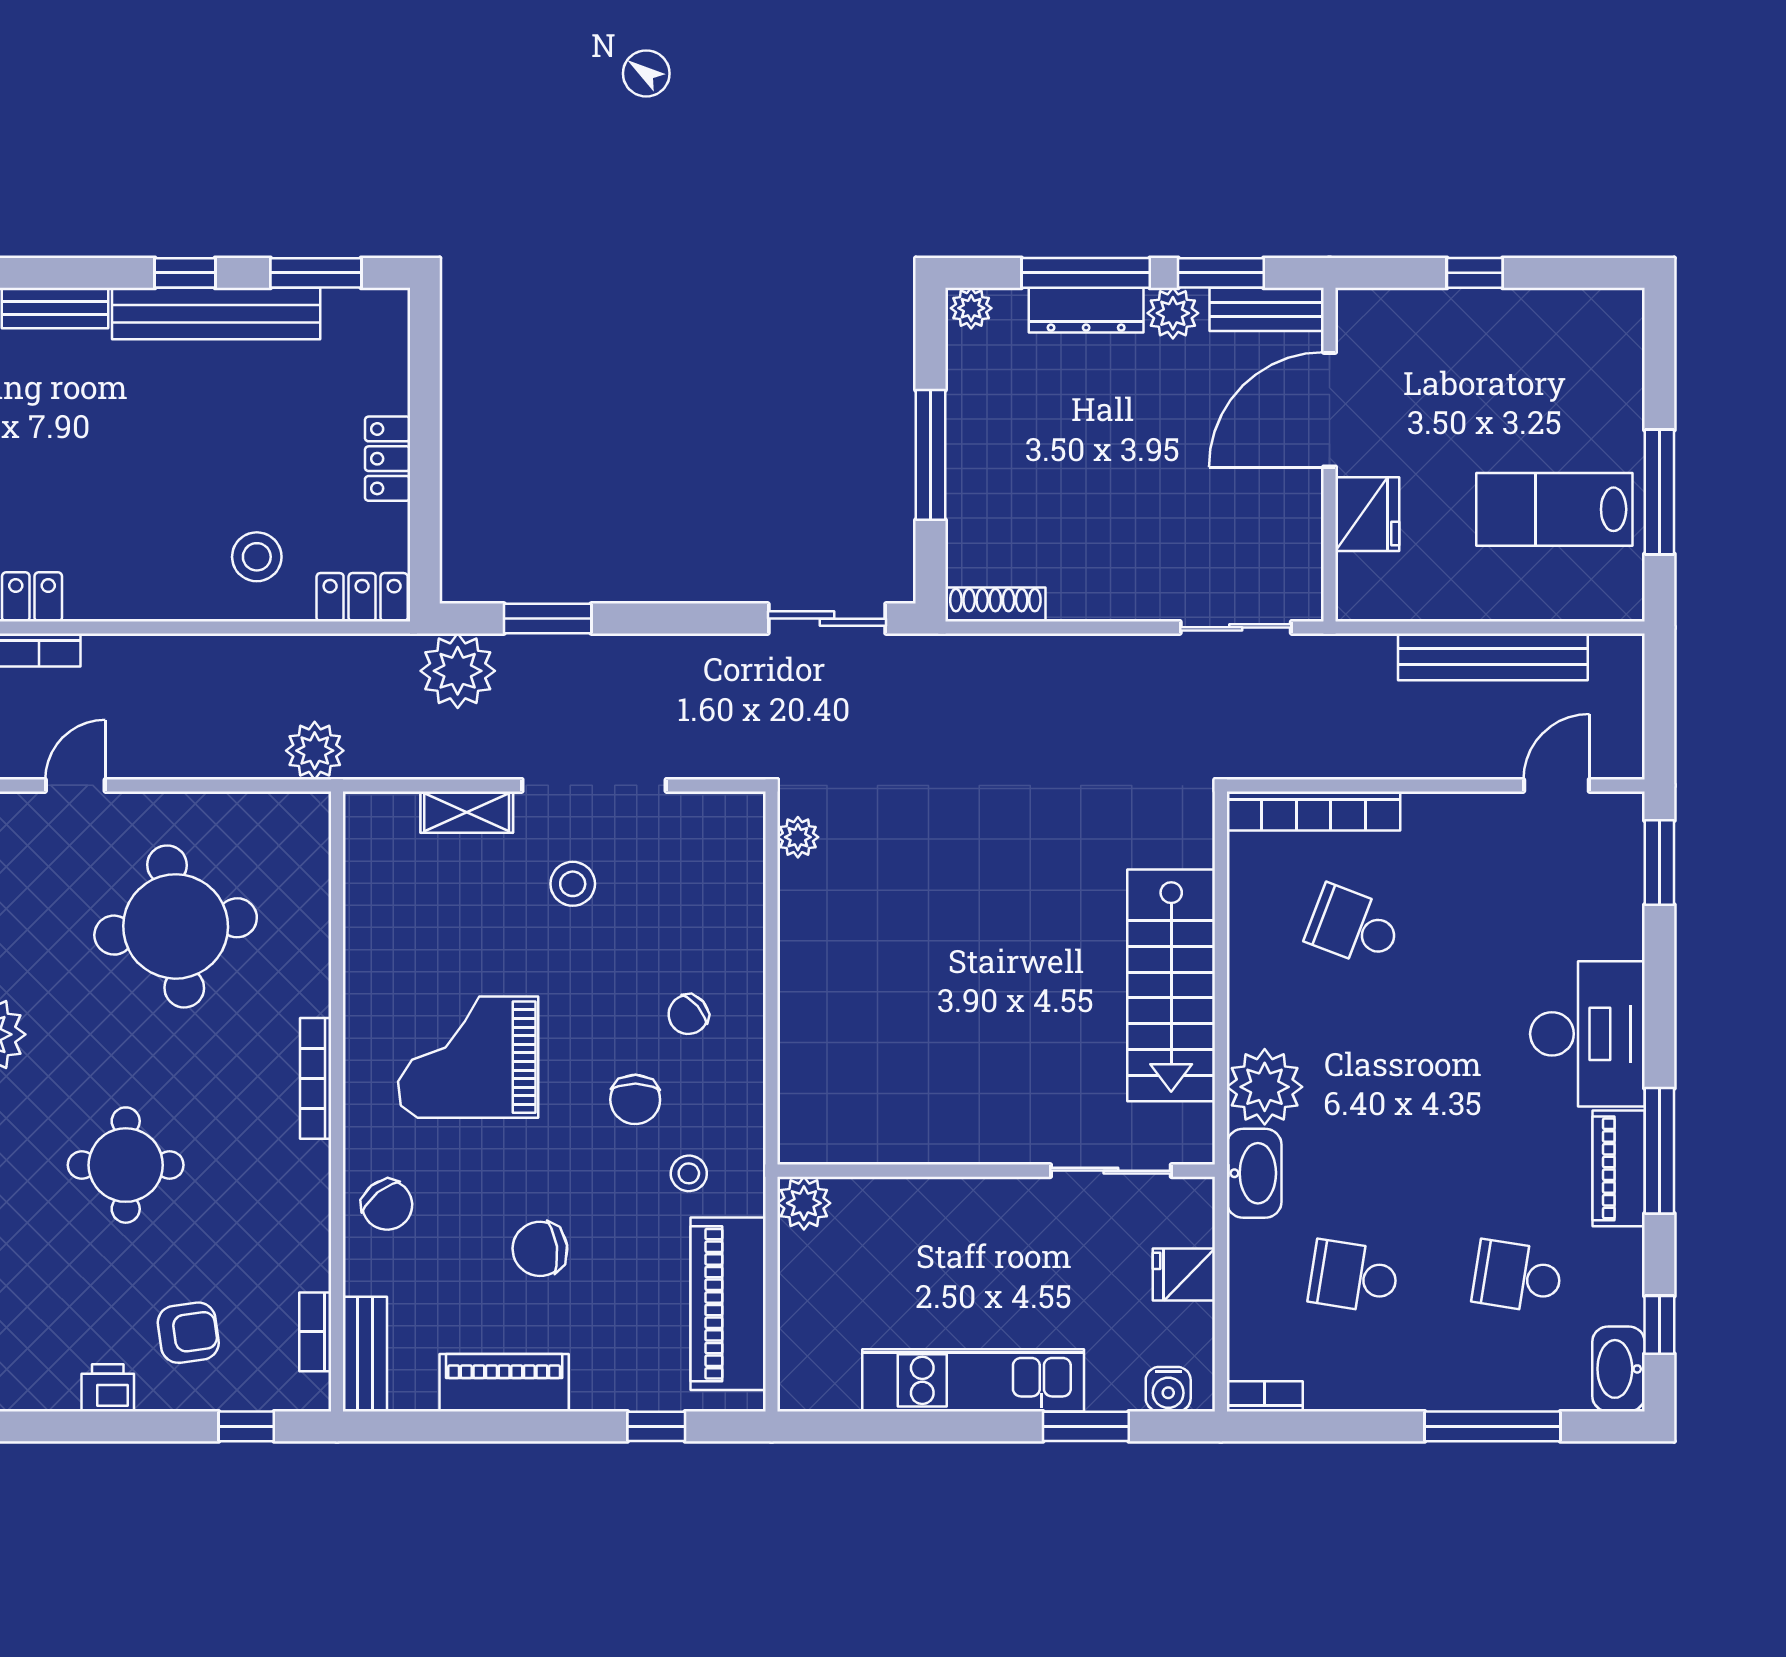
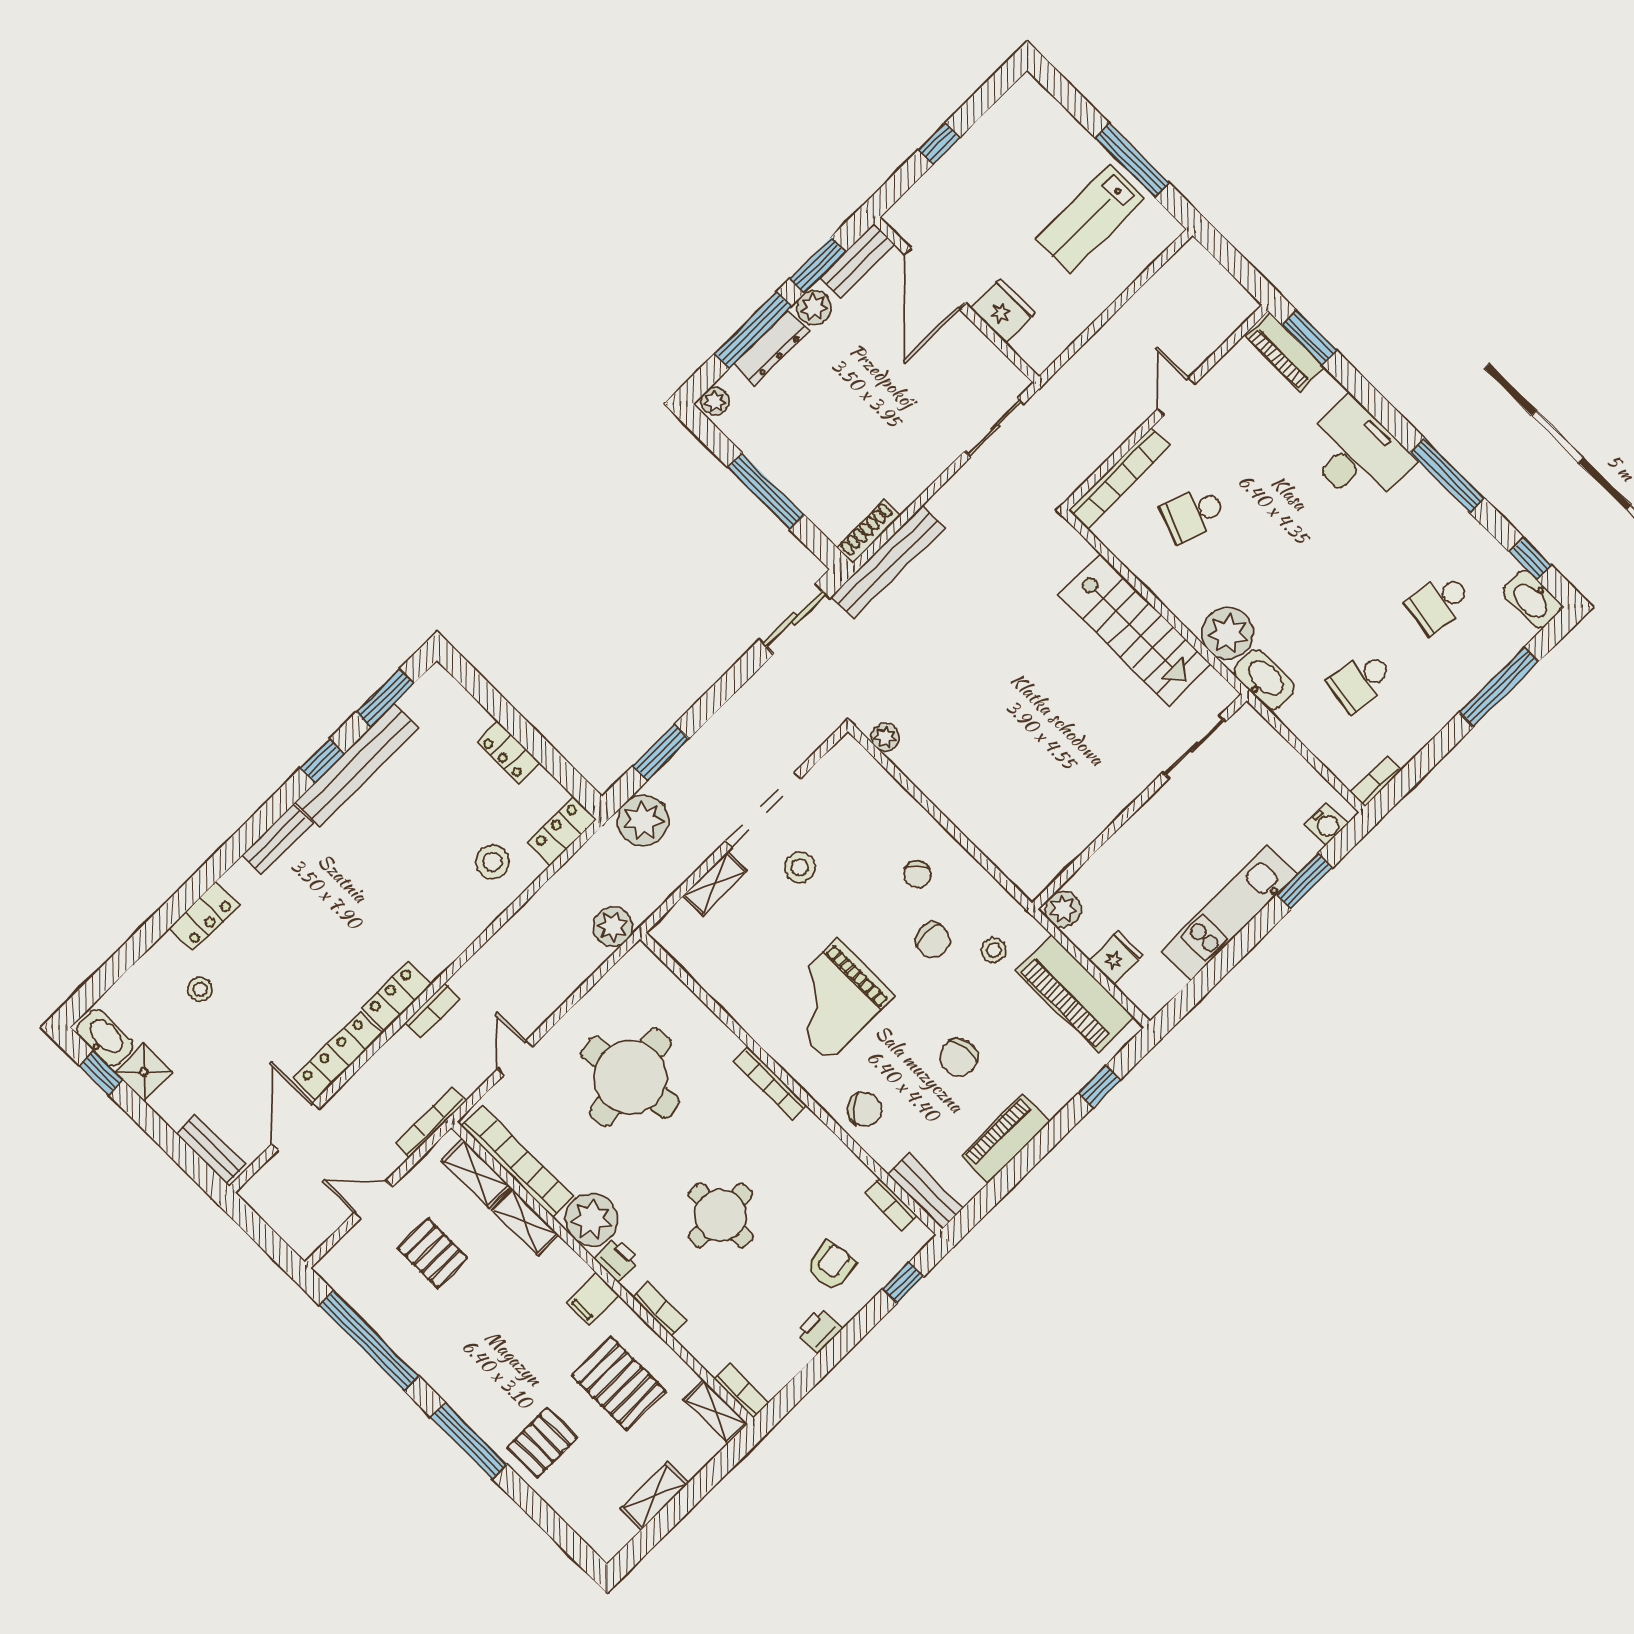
bench: (1493, 657) -> (888, 562), moved
door: (1556, 785) -> (1176, 397), moved
piano: (1619, 1168) -> (1285, 352), moved
fridge: (1184, 1274) -> (1116, 958), moved, turned 180

